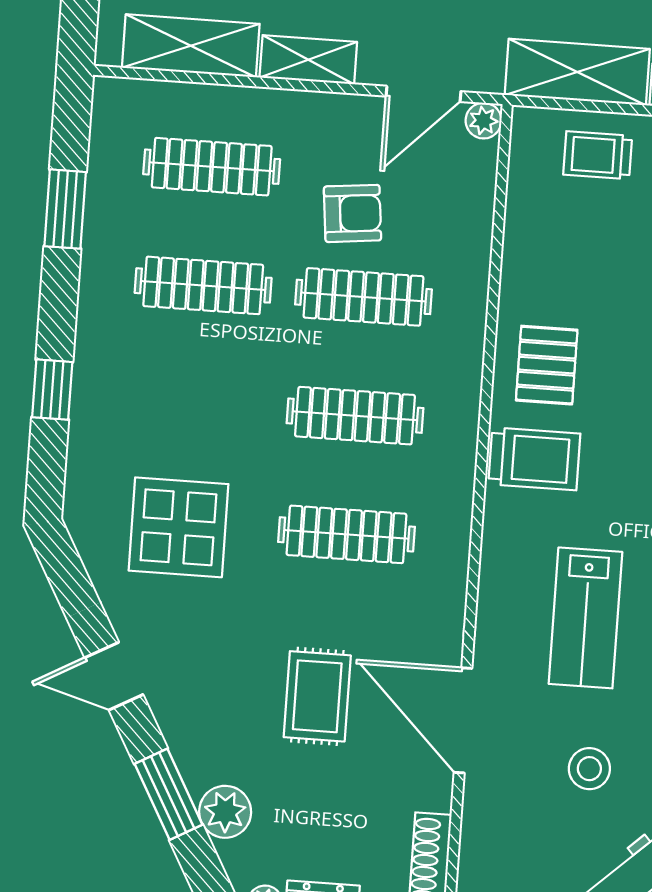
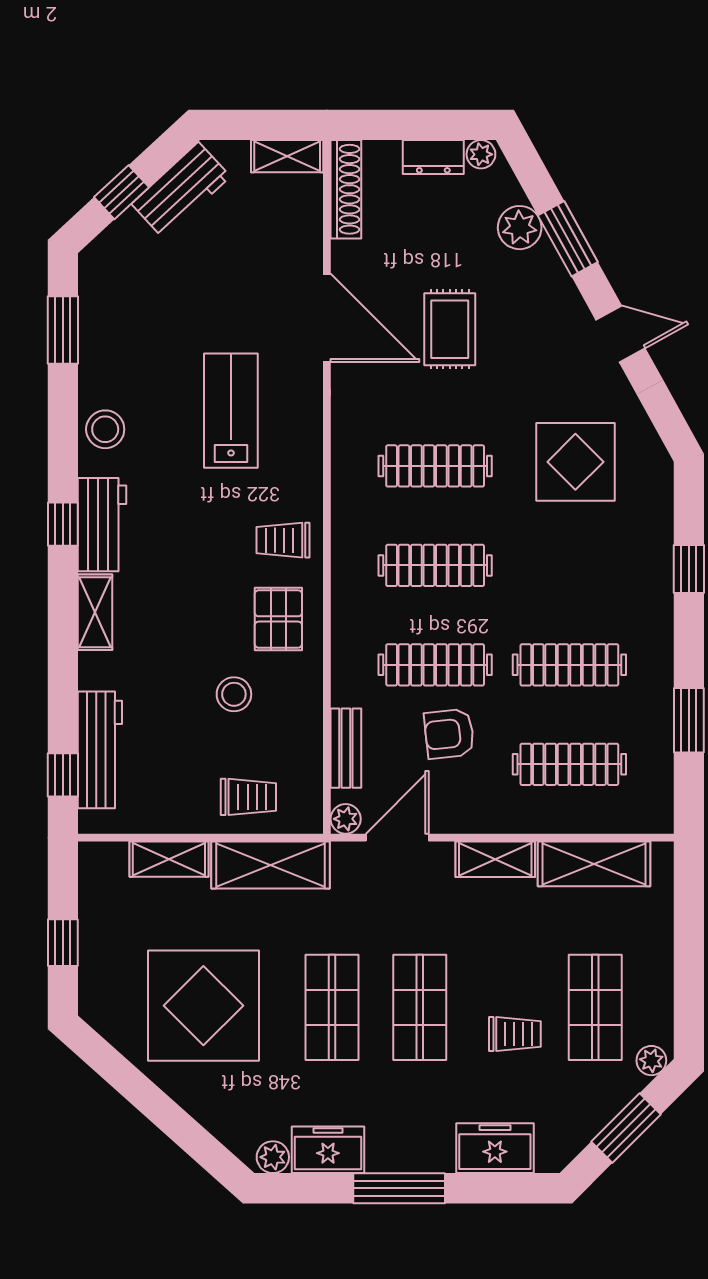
bench: (477, 205) -> (346, 748), added
trolley: (534, 459) -> (283, 540), width x0.73, depth x0.72
stool: (589, 769) -> (234, 694), moved

